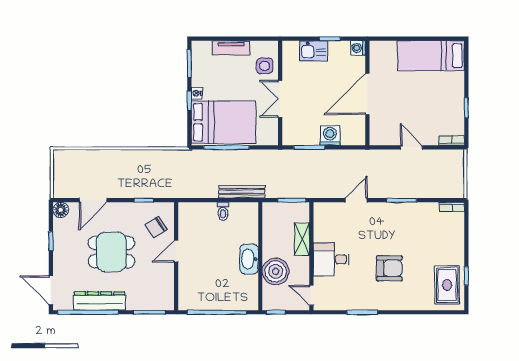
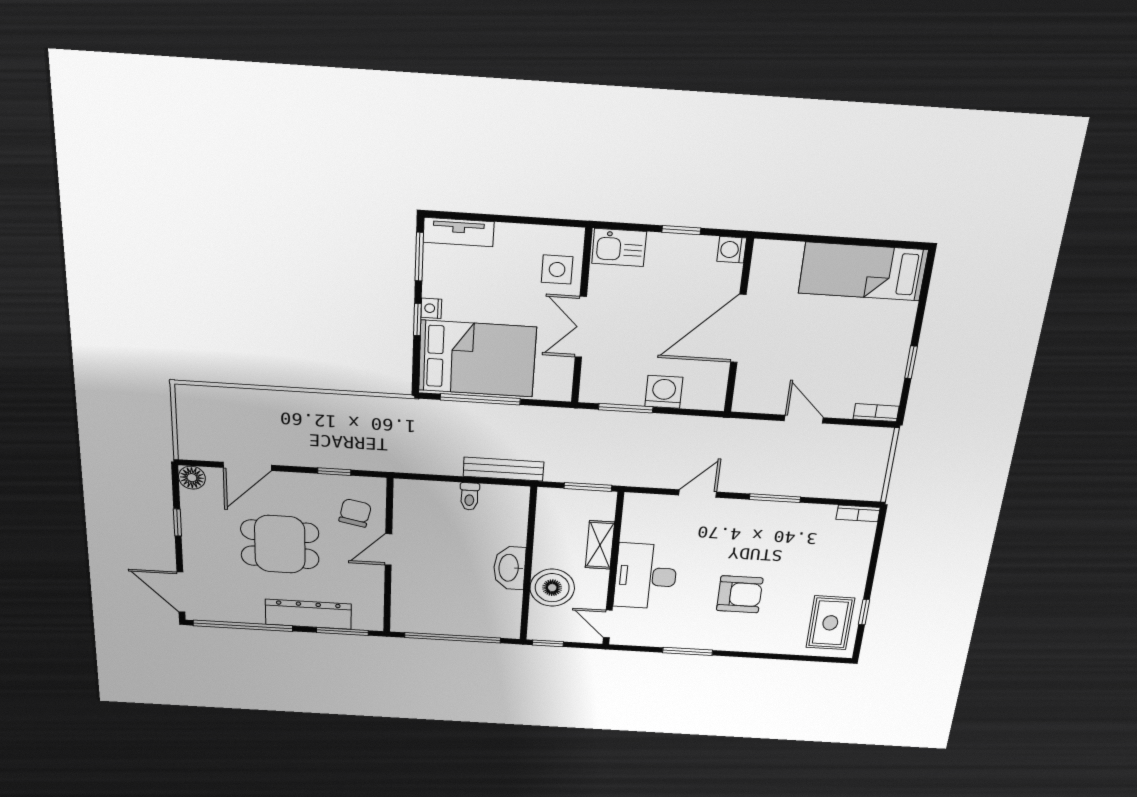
tv unit: (231, 48) -> (459, 232), moved
kitchen sink: (313, 51) -> (619, 248), moved
chair: (156, 227) -> (355, 513), turned 135
desk: (331, 259) -> (646, 576), width x1.37
dresser: (100, 301) -> (308, 614), moved

